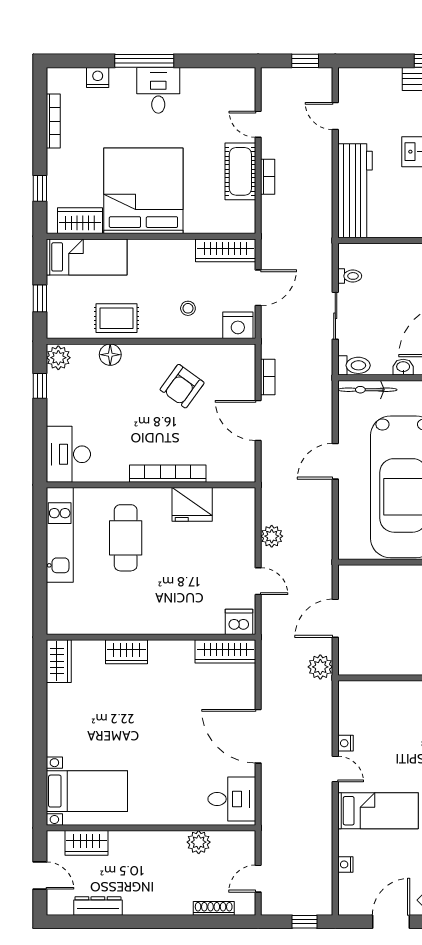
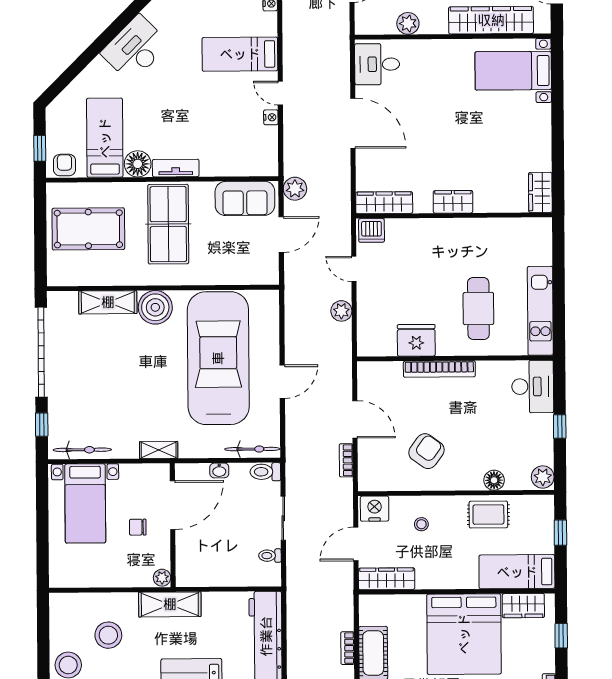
window: (40, 386) -> (560, 427), moved
wardrobe: (126, 652) -> (453, 202), moved
sofa: (374, 657) -> (245, 198), added
wardrobe: (86, 843) -> (491, 20), width x2.10, depth x1.17

